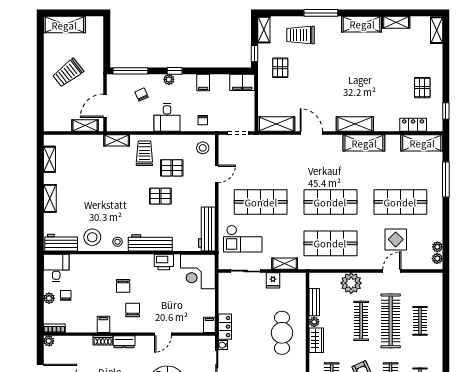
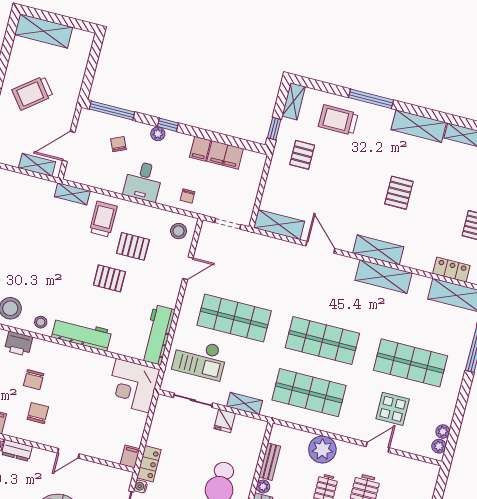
pallet: (359, 78) -> (399, 193), added
filing cabinet: (242, 82) -> (225, 155), moved
printer: (164, 262) -> (18, 344), moved

